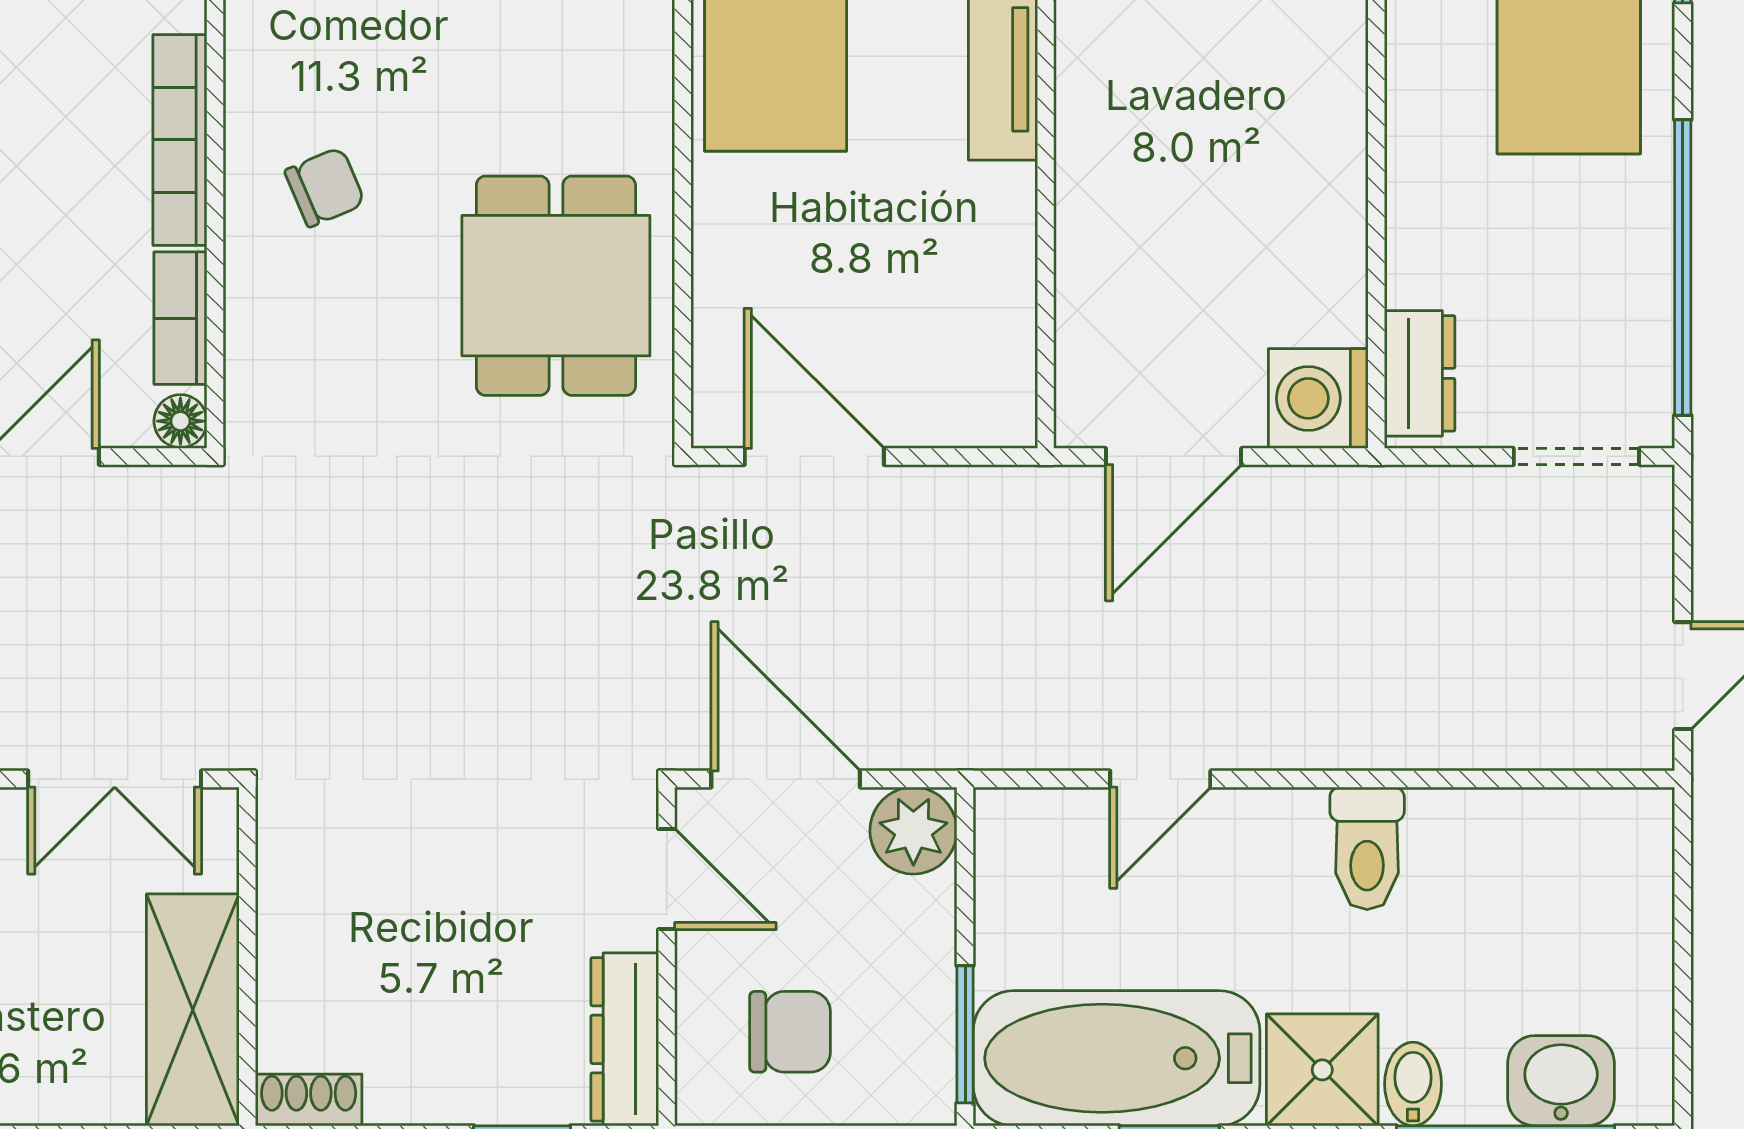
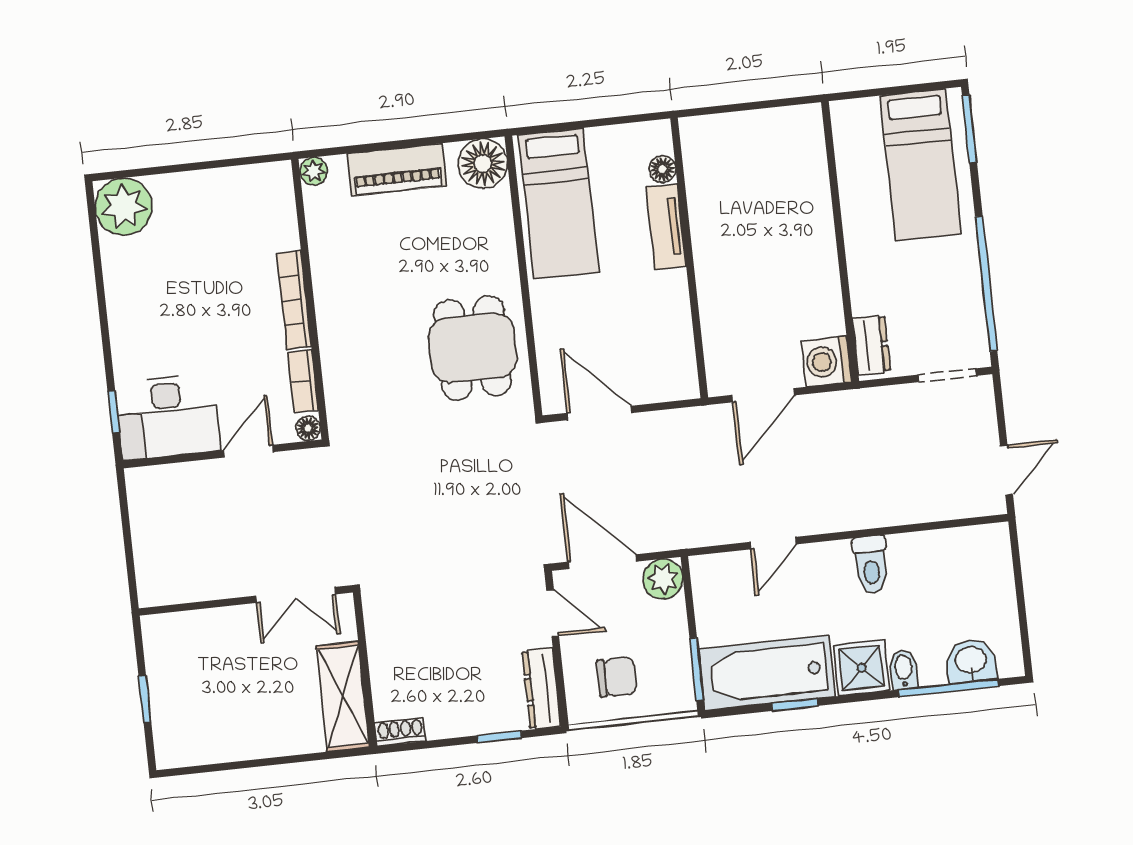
chair: (325, 187) -> (362, 314), removed

